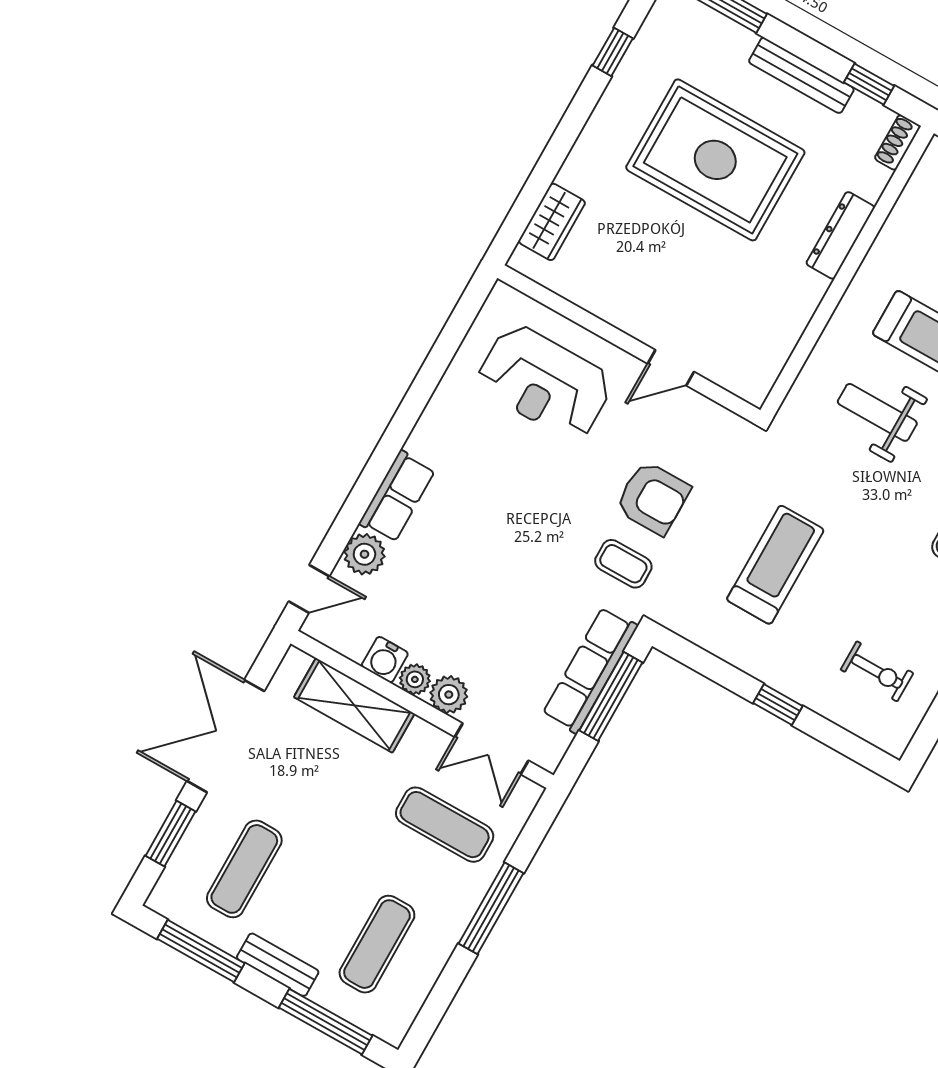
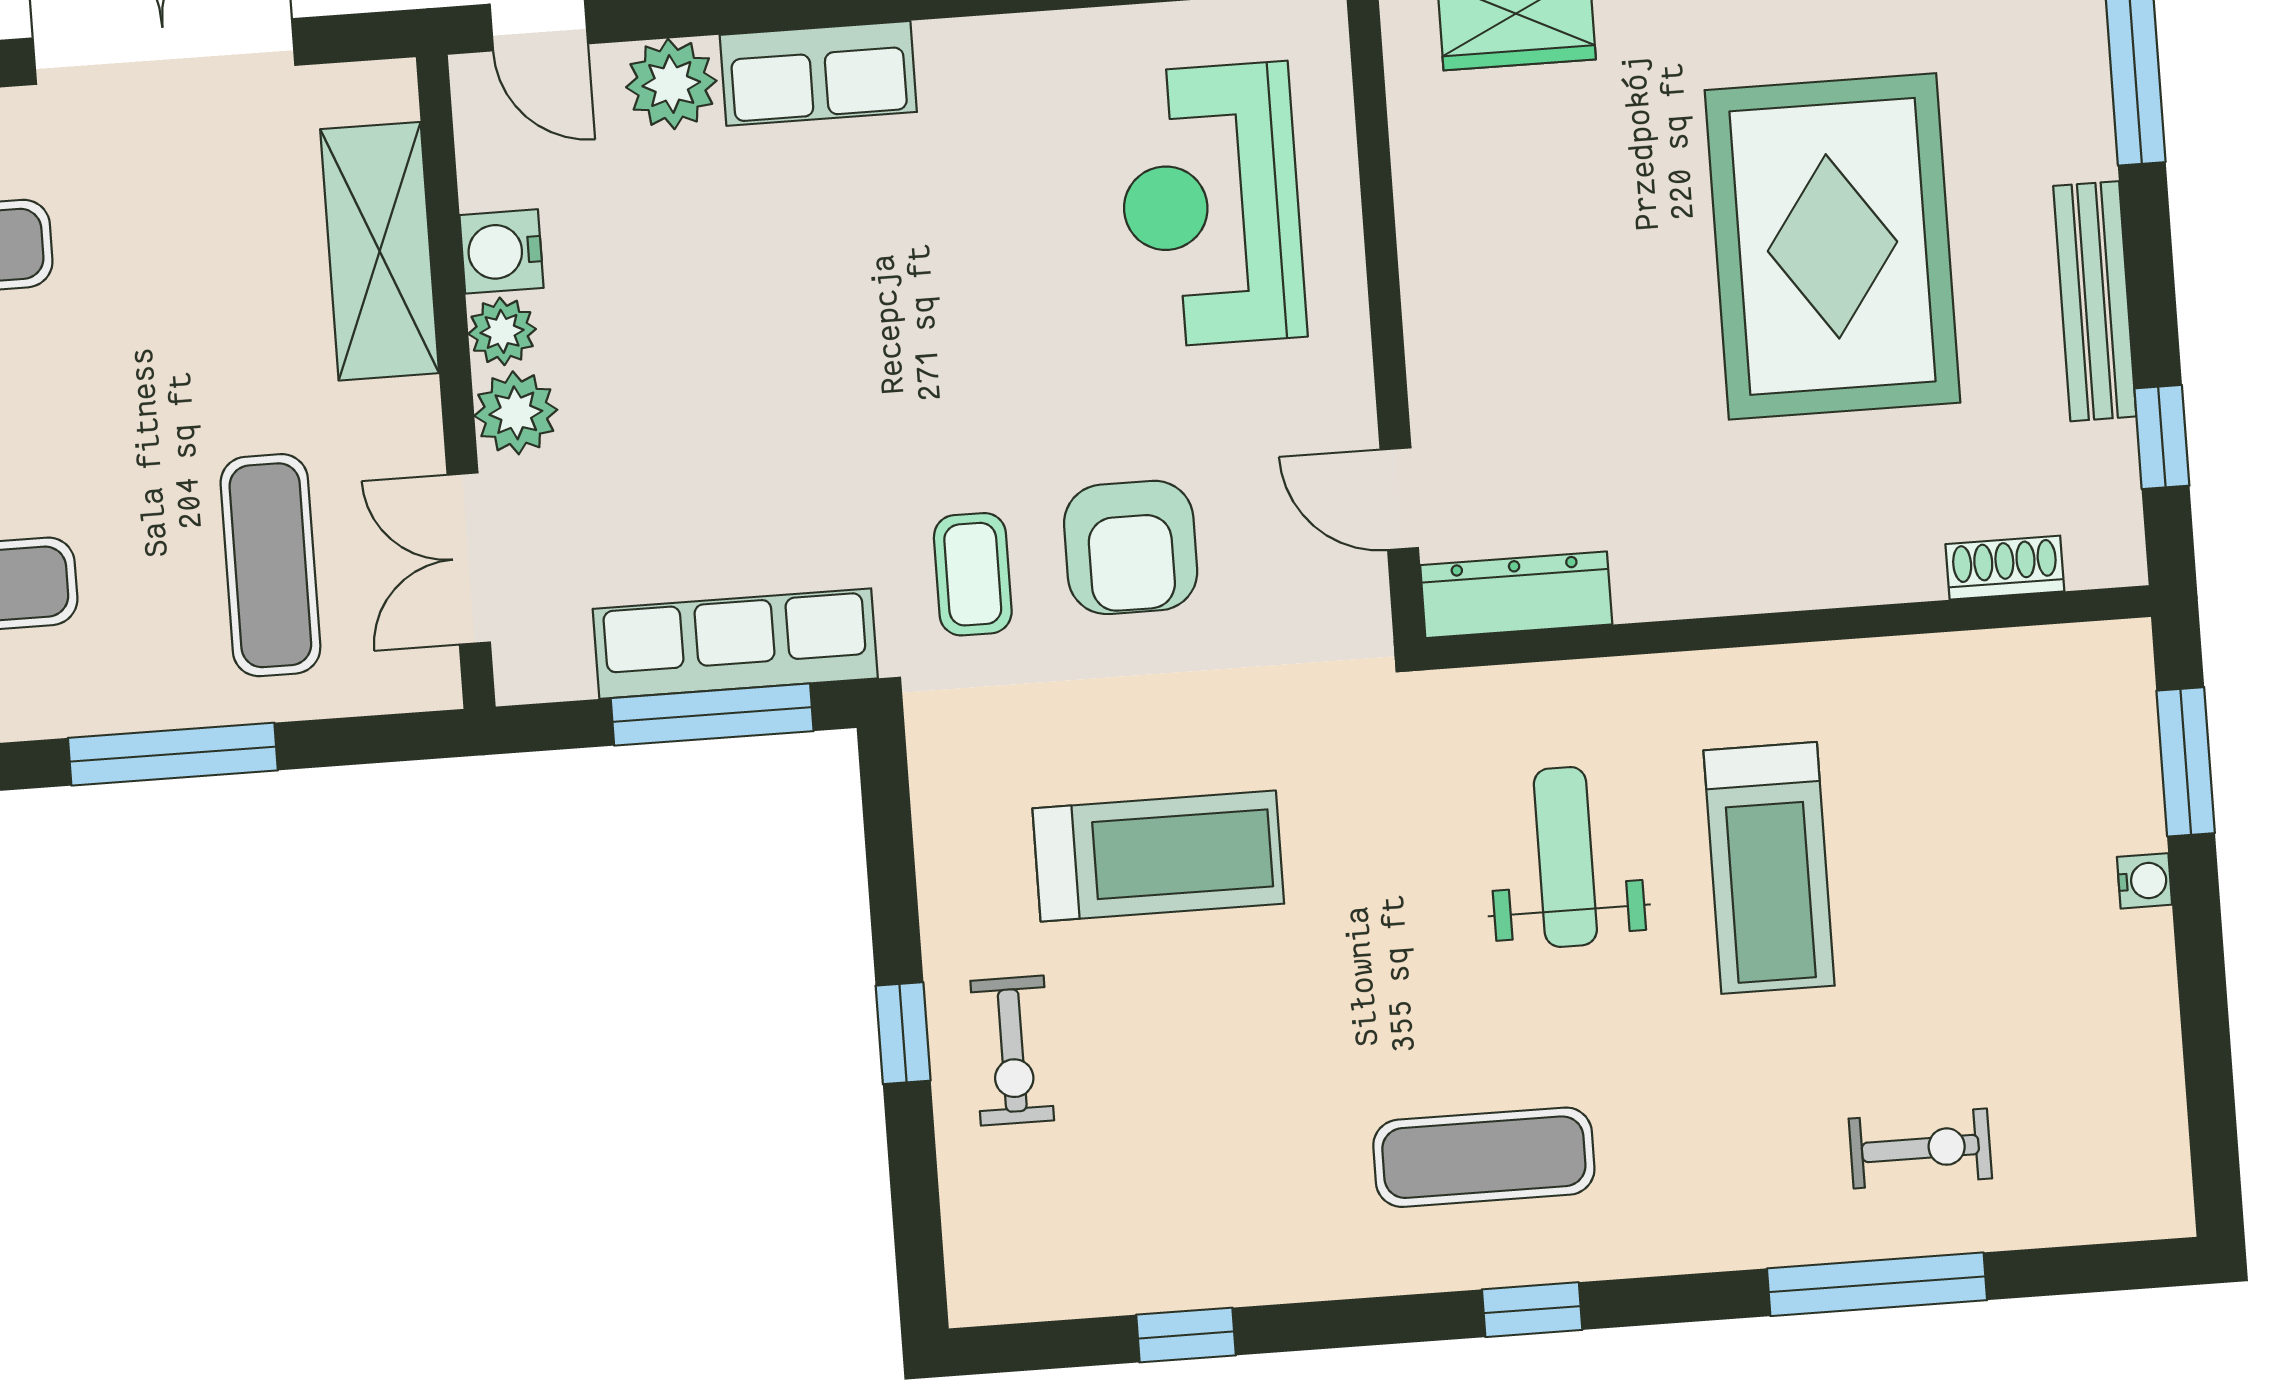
shoe rack: (898, 142) -> (2005, 568), moved
dresser: (840, 235) -> (1516, 595), moved
door: (671, 368) -> (1399, 499), moved
exercise bike: (877, 671) -> (1012, 1051), moved

